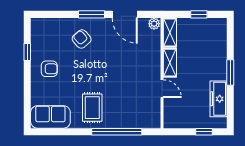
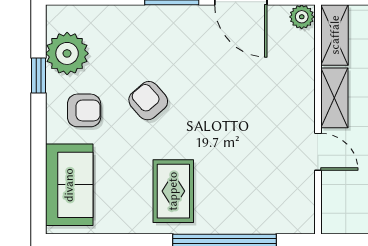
armchair: (82, 39) -> (148, 101), moved
plant: (41, 41) -> (67, 53), added
sofa: (50, 117) -> (69, 185), moved, turned 90

